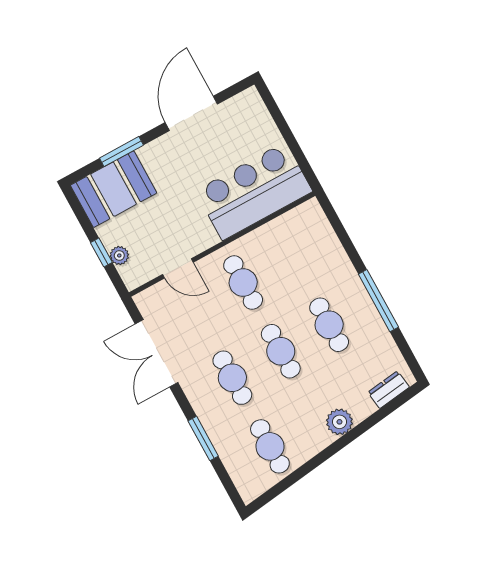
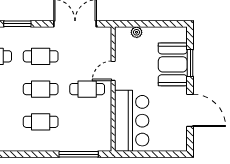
booth: (114, 189) -> (173, 64), moved
window: (101, 253) -> (143, 24), removed
door: (178, 268) -> (113, 71), moved
window: (378, 301) -> (79, 154), moved

